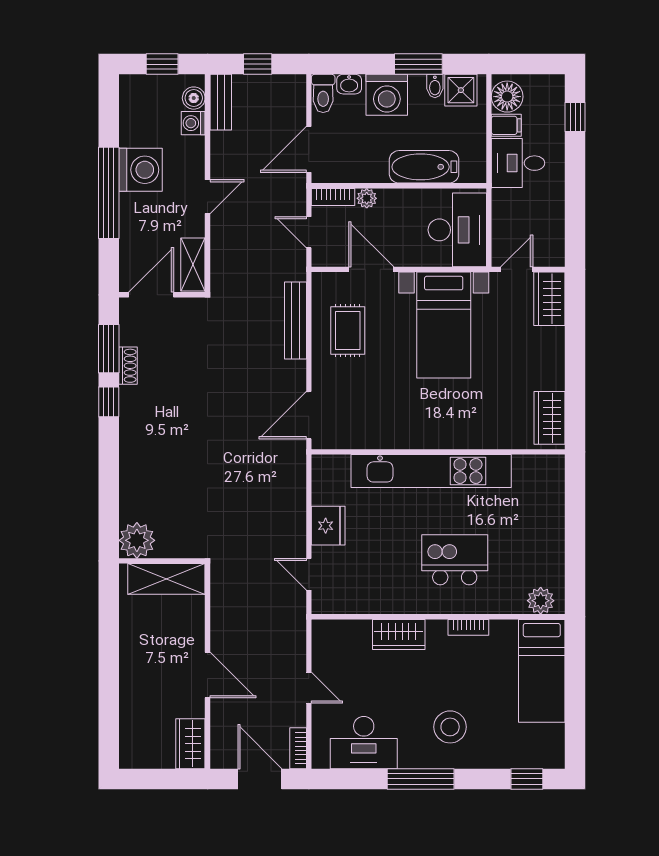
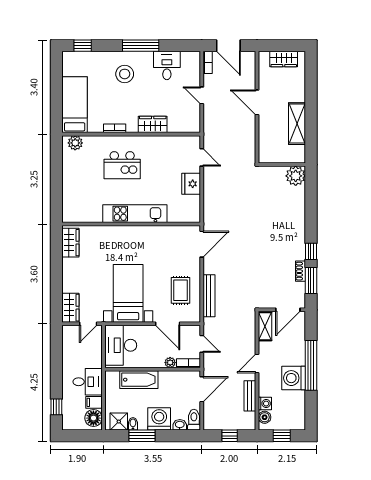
bench: (221, 102) -> (250, 396), moved
kitchen unit: (431, 471) -> (135, 214), width x0.73
shelving: (166, 579) -> (297, 124), moved, turned 90
desk: (364, 743) -> (167, 65), width x0.73
wardrobe: (190, 744) -> (284, 59), moved, turned 90

